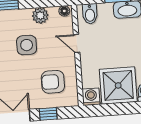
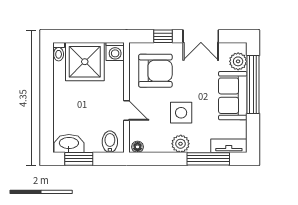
plant: (40, 16) -> (181, 144), moved
armchair: (53, 82) -> (155, 71), width x1.36, depth x1.36

